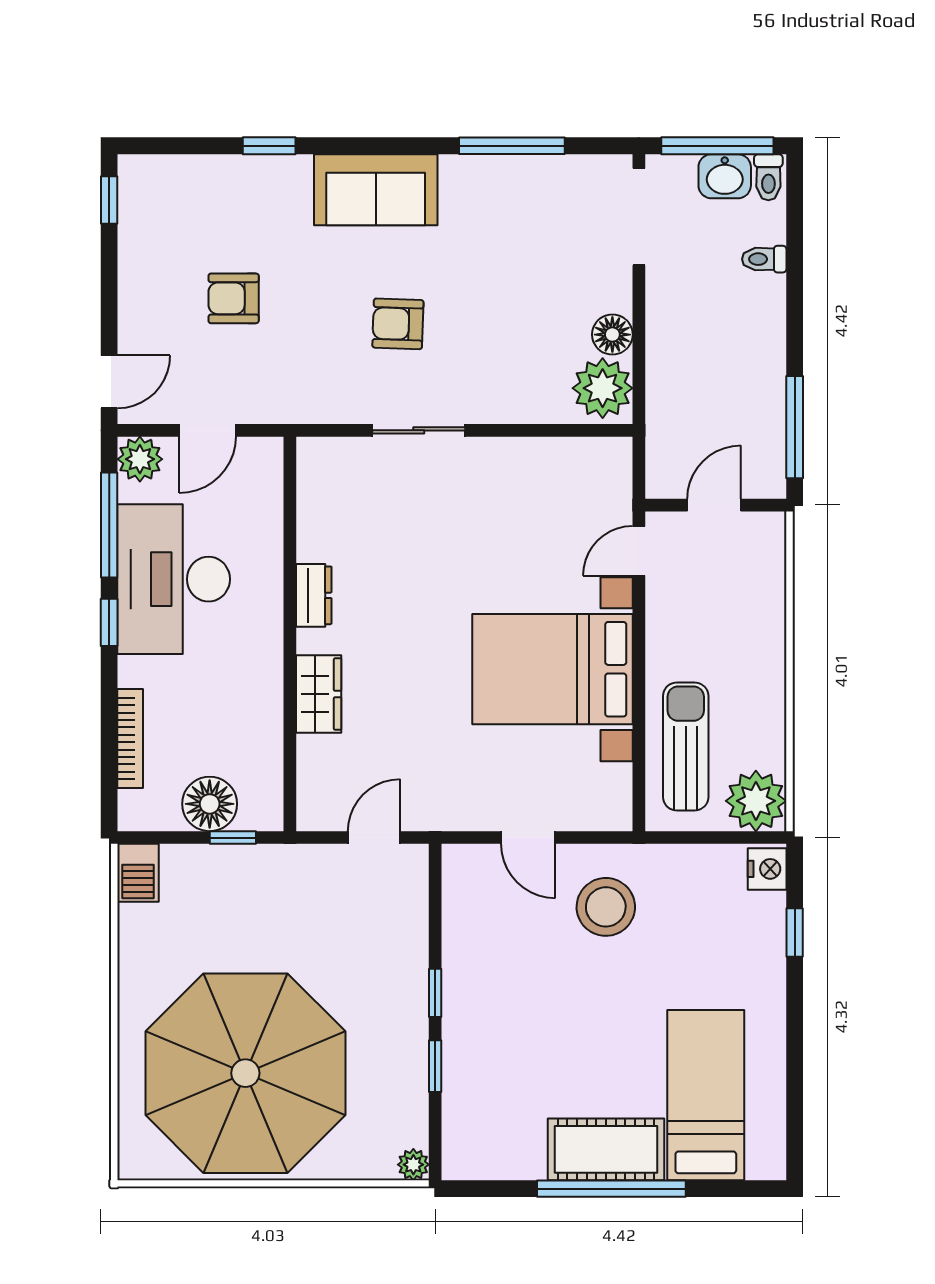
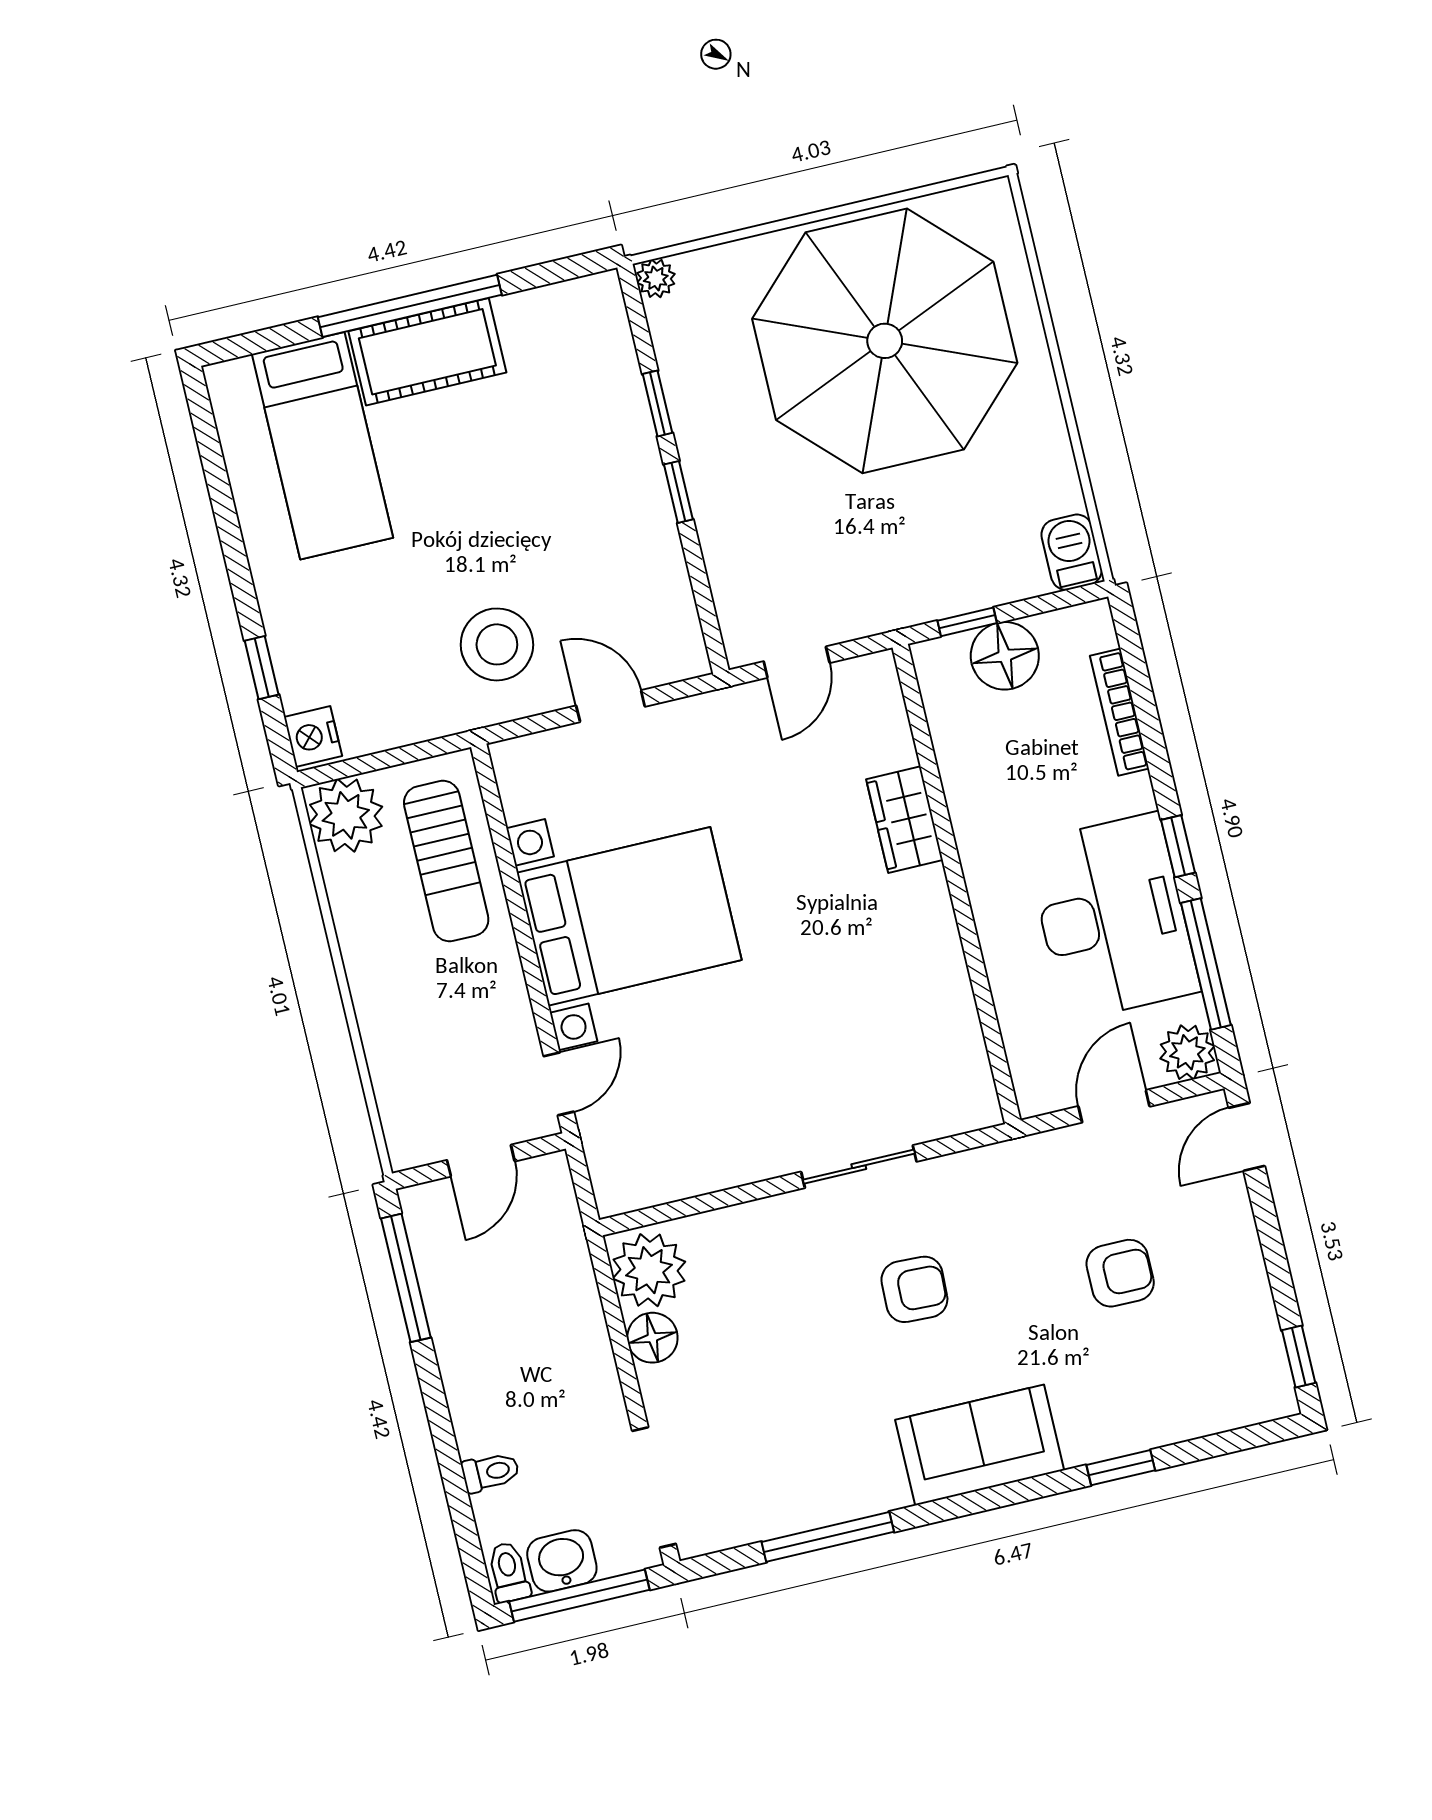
dresser: (314, 595) -> (939, 938), removed

